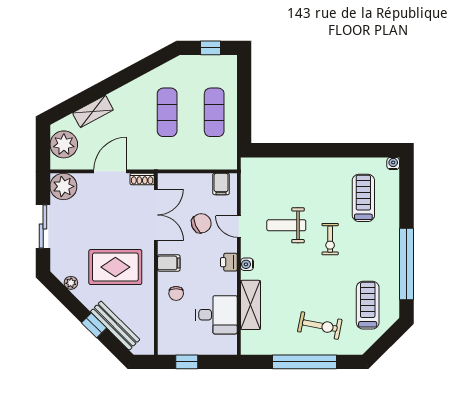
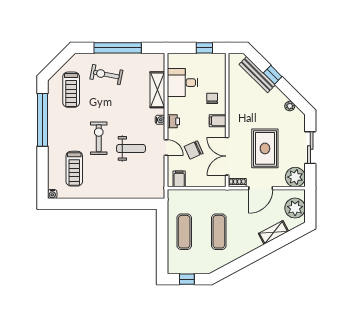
exercise bike: (330, 239) -> (99, 138), width x1.38, depth x1.39
rug: (115, 267) -> (265, 148), moved, turned 90

